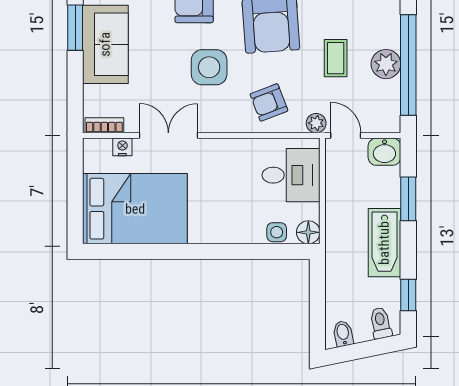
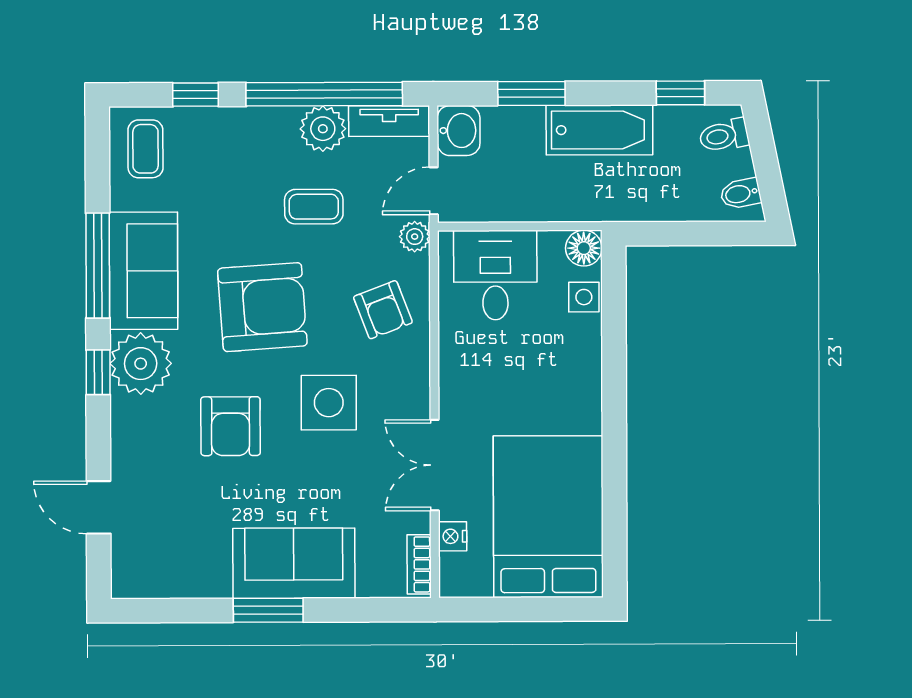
tv unit: (391, 107) -> (389, 121), added

